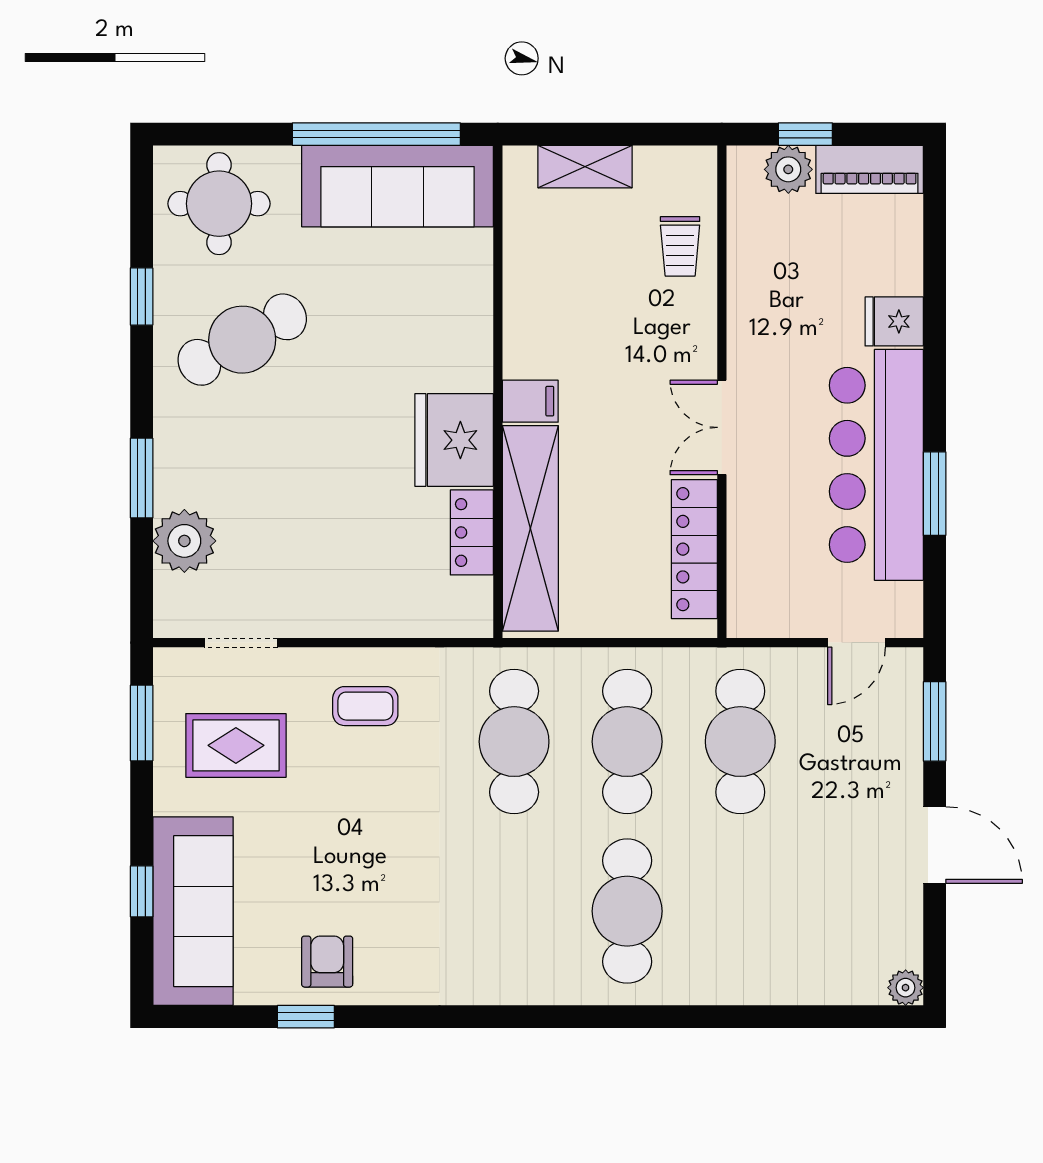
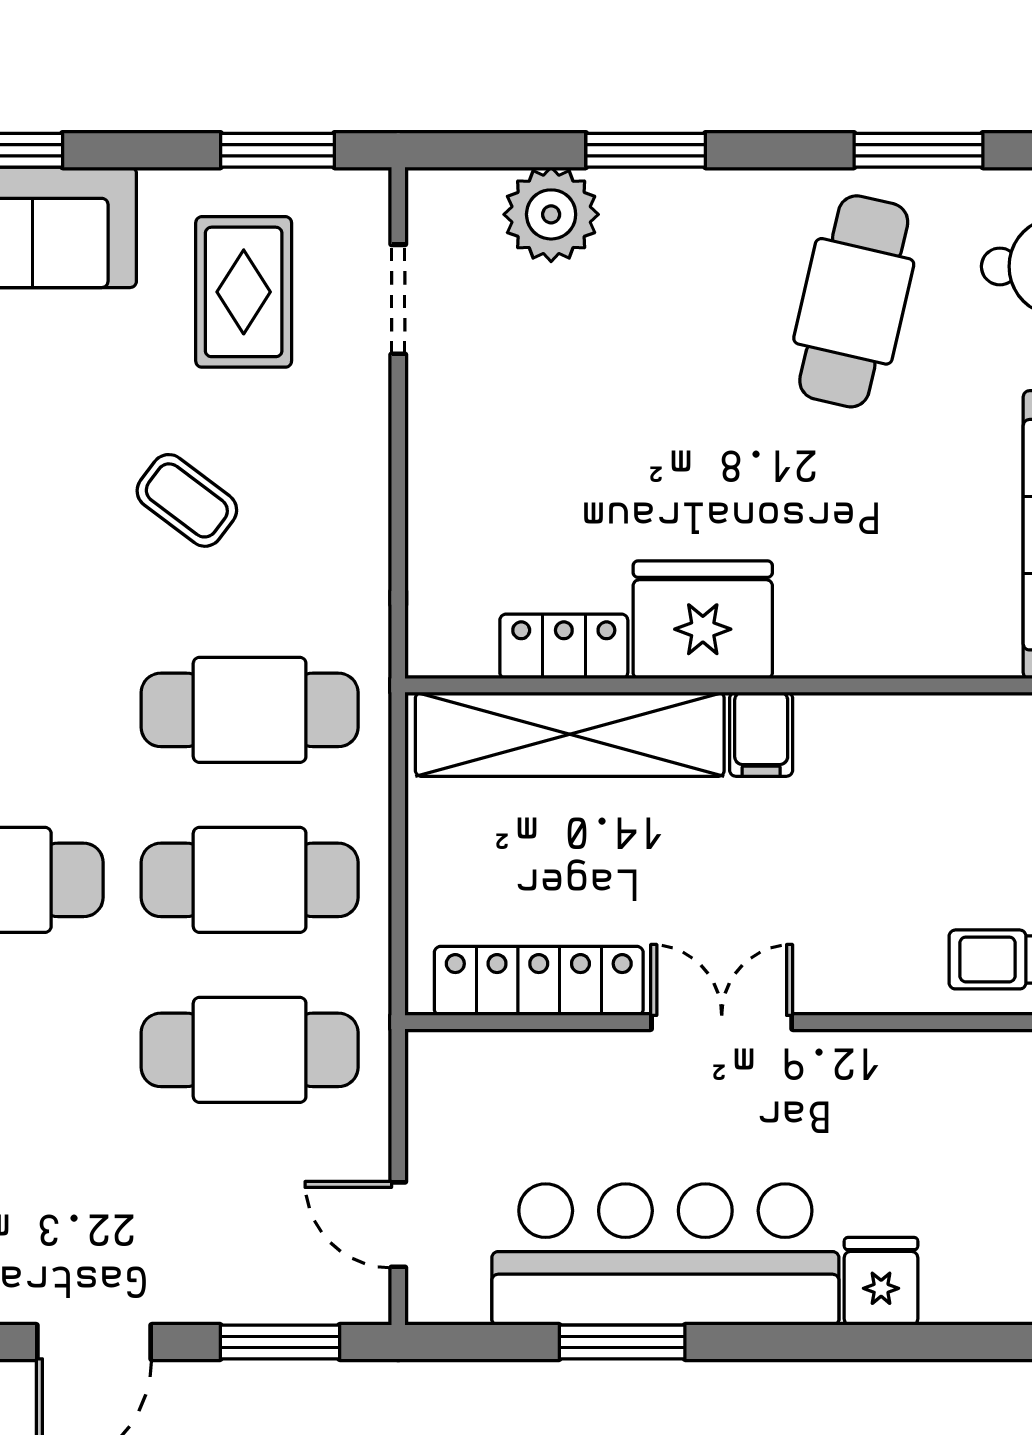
window: (142, 297) -> (918, 150), width x1.50
cafe table: (242, 340) -> (854, 301), turned 41
coffee table: (365, 706) -> (187, 500), moved, turned -53

